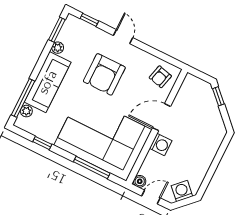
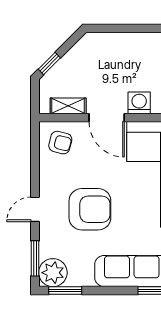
window: (89, 20) -> (35, 258), width x1.50
plant: (58, 48) -> (53, 273), moved, width x1.87, depth x1.87
shelving: (183, 95) -> (68, 106), added

